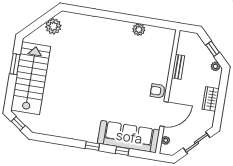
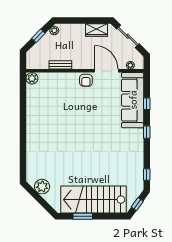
plant: (139, 30) -> (32, 78), moved
wardrobe: (211, 99) -> (97, 30), moved
window: (48, 139) -> (147, 175), added

